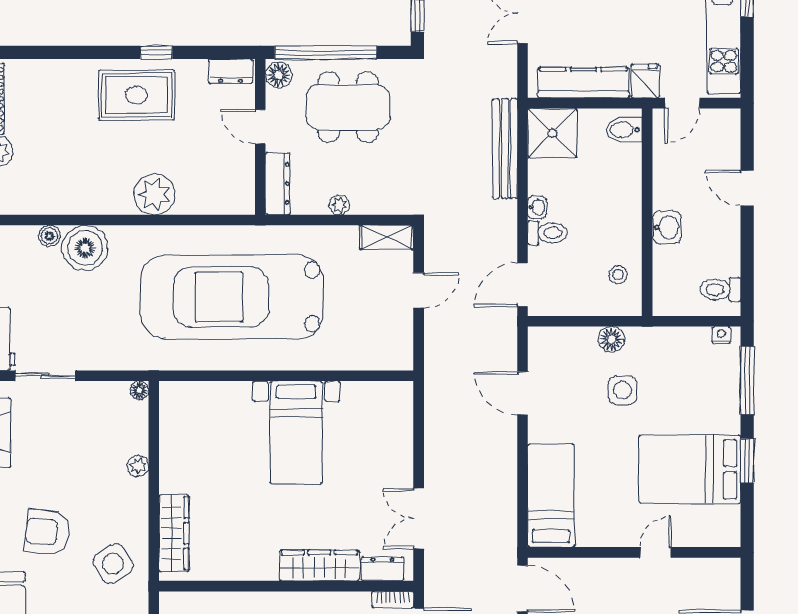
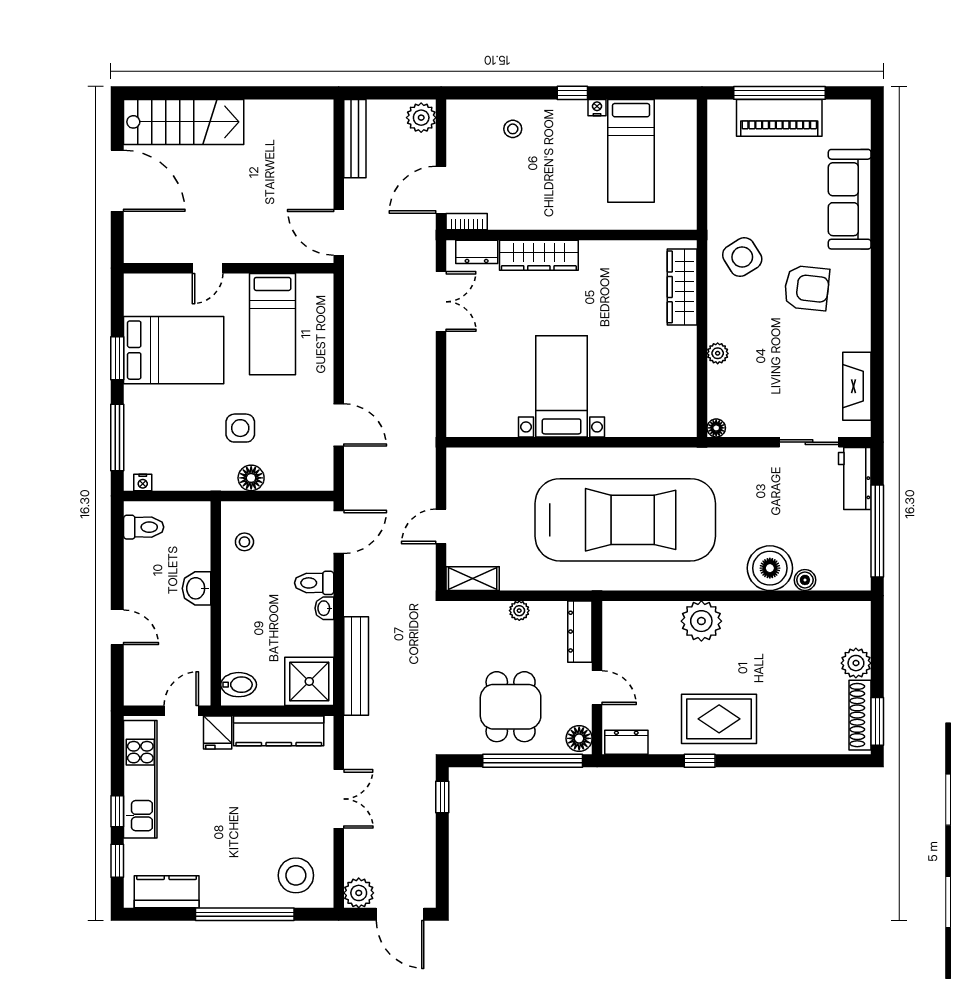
dining table: (348, 107) -> (511, 707), width x0.73
bed: (551, 496) -> (272, 324), moved

